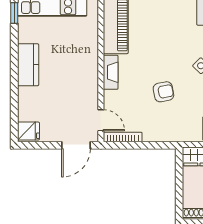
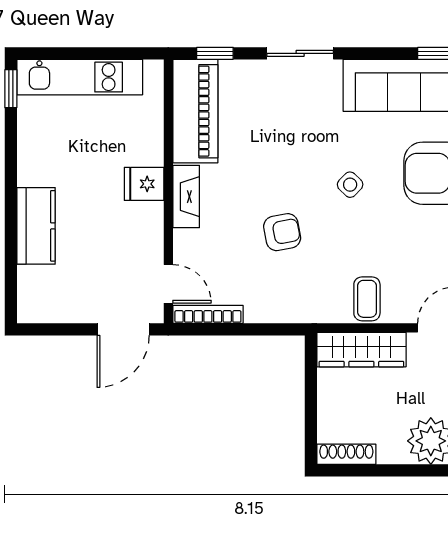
kitchen counter: (28, 65) -> (36, 226), moved
fridge: (28, 131) -> (144, 184), moved, turned 180

